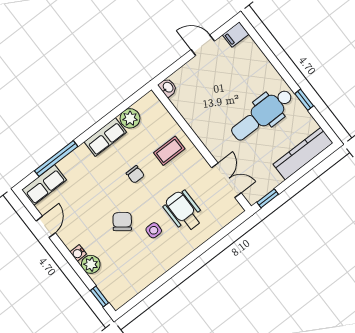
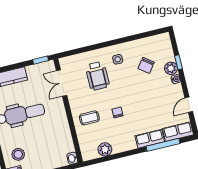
stool: (242, 61) -> (18, 154), added
row of seats: (105, 137) -> (150, 139), moved
chair: (122, 221) -> (146, 65), moved
side table: (154, 230) -> (118, 59), moved
window: (100, 297) -> (179, 62), moved

